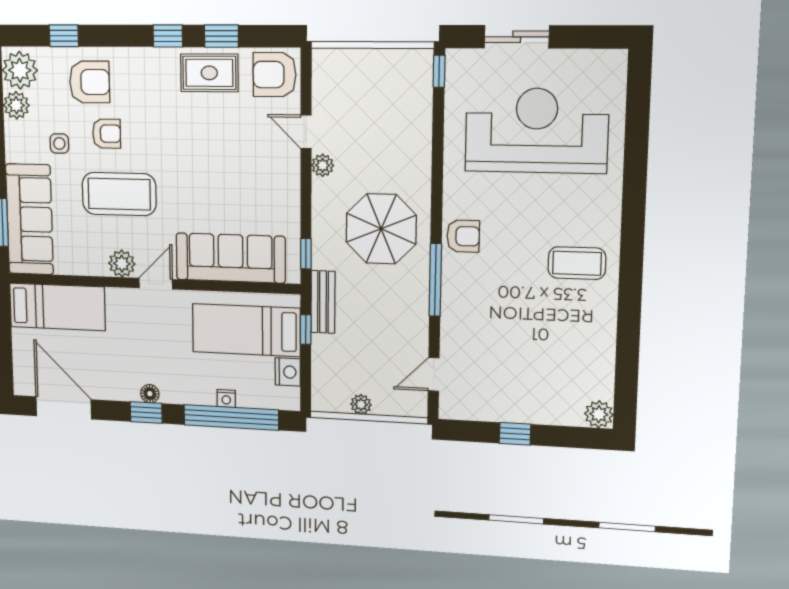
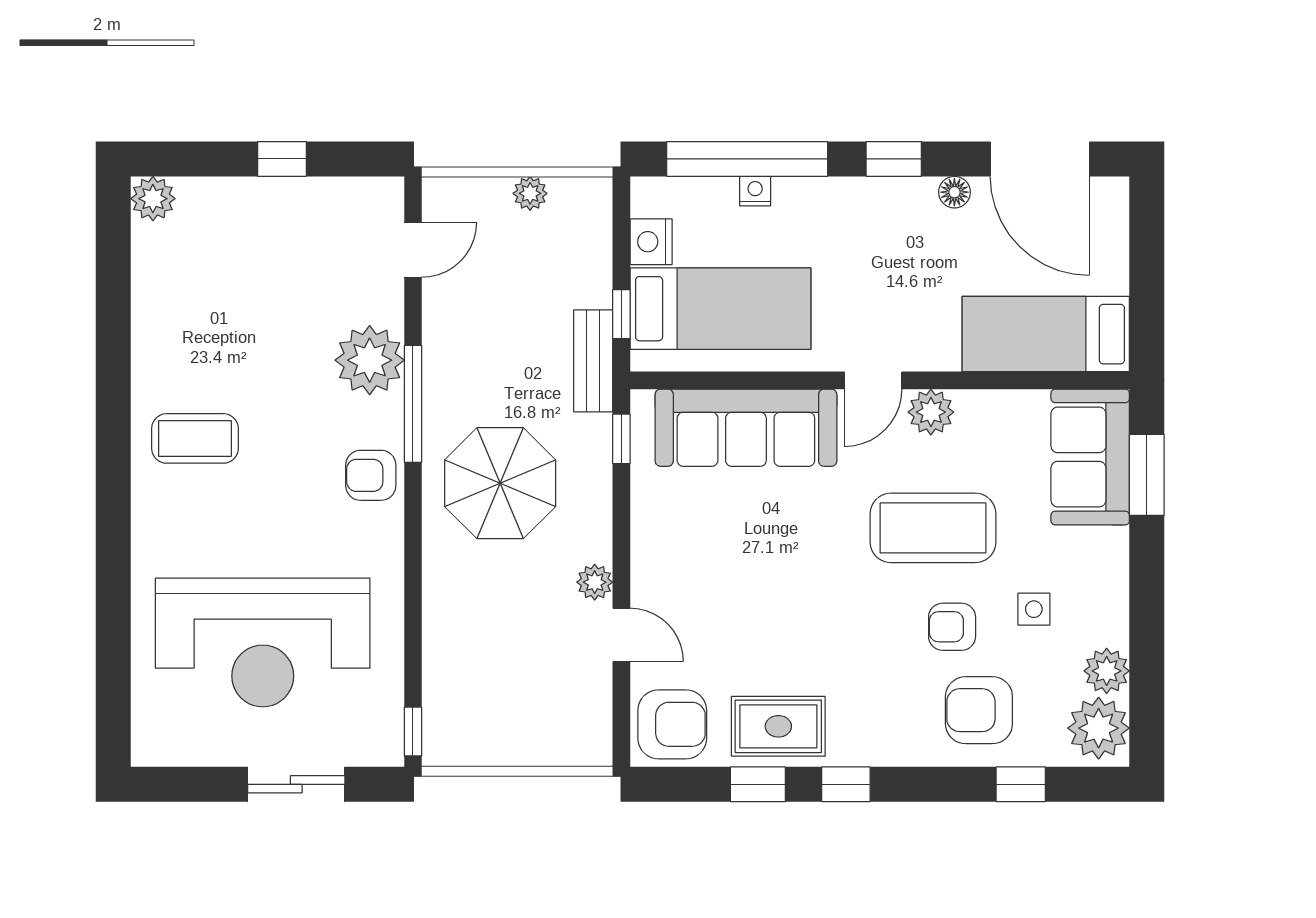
sofa: (29, 219) -> (1090, 457), width x0.73
plant: (462, 308) -> (370, 360), added
floor lamp: (150, 394) -> (954, 192), moved

